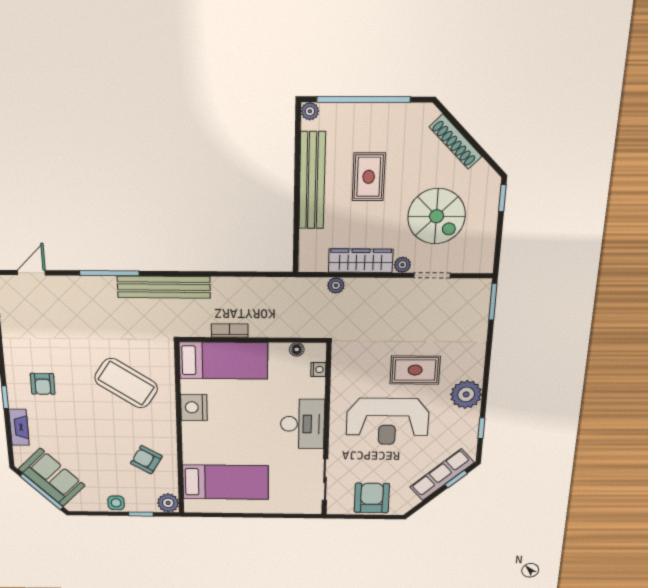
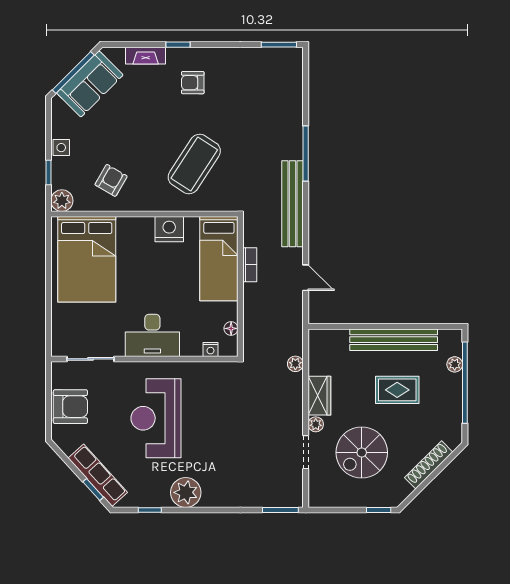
plant: (310, 111) -> (455, 364), moved
wardrobe: (361, 261) -> (319, 396), width x0.67
door: (31, 273) -> (306, 278), moved
rug: (415, 370) -> (211, 442), removed
bed: (226, 482) -> (87, 259), width x1.50

